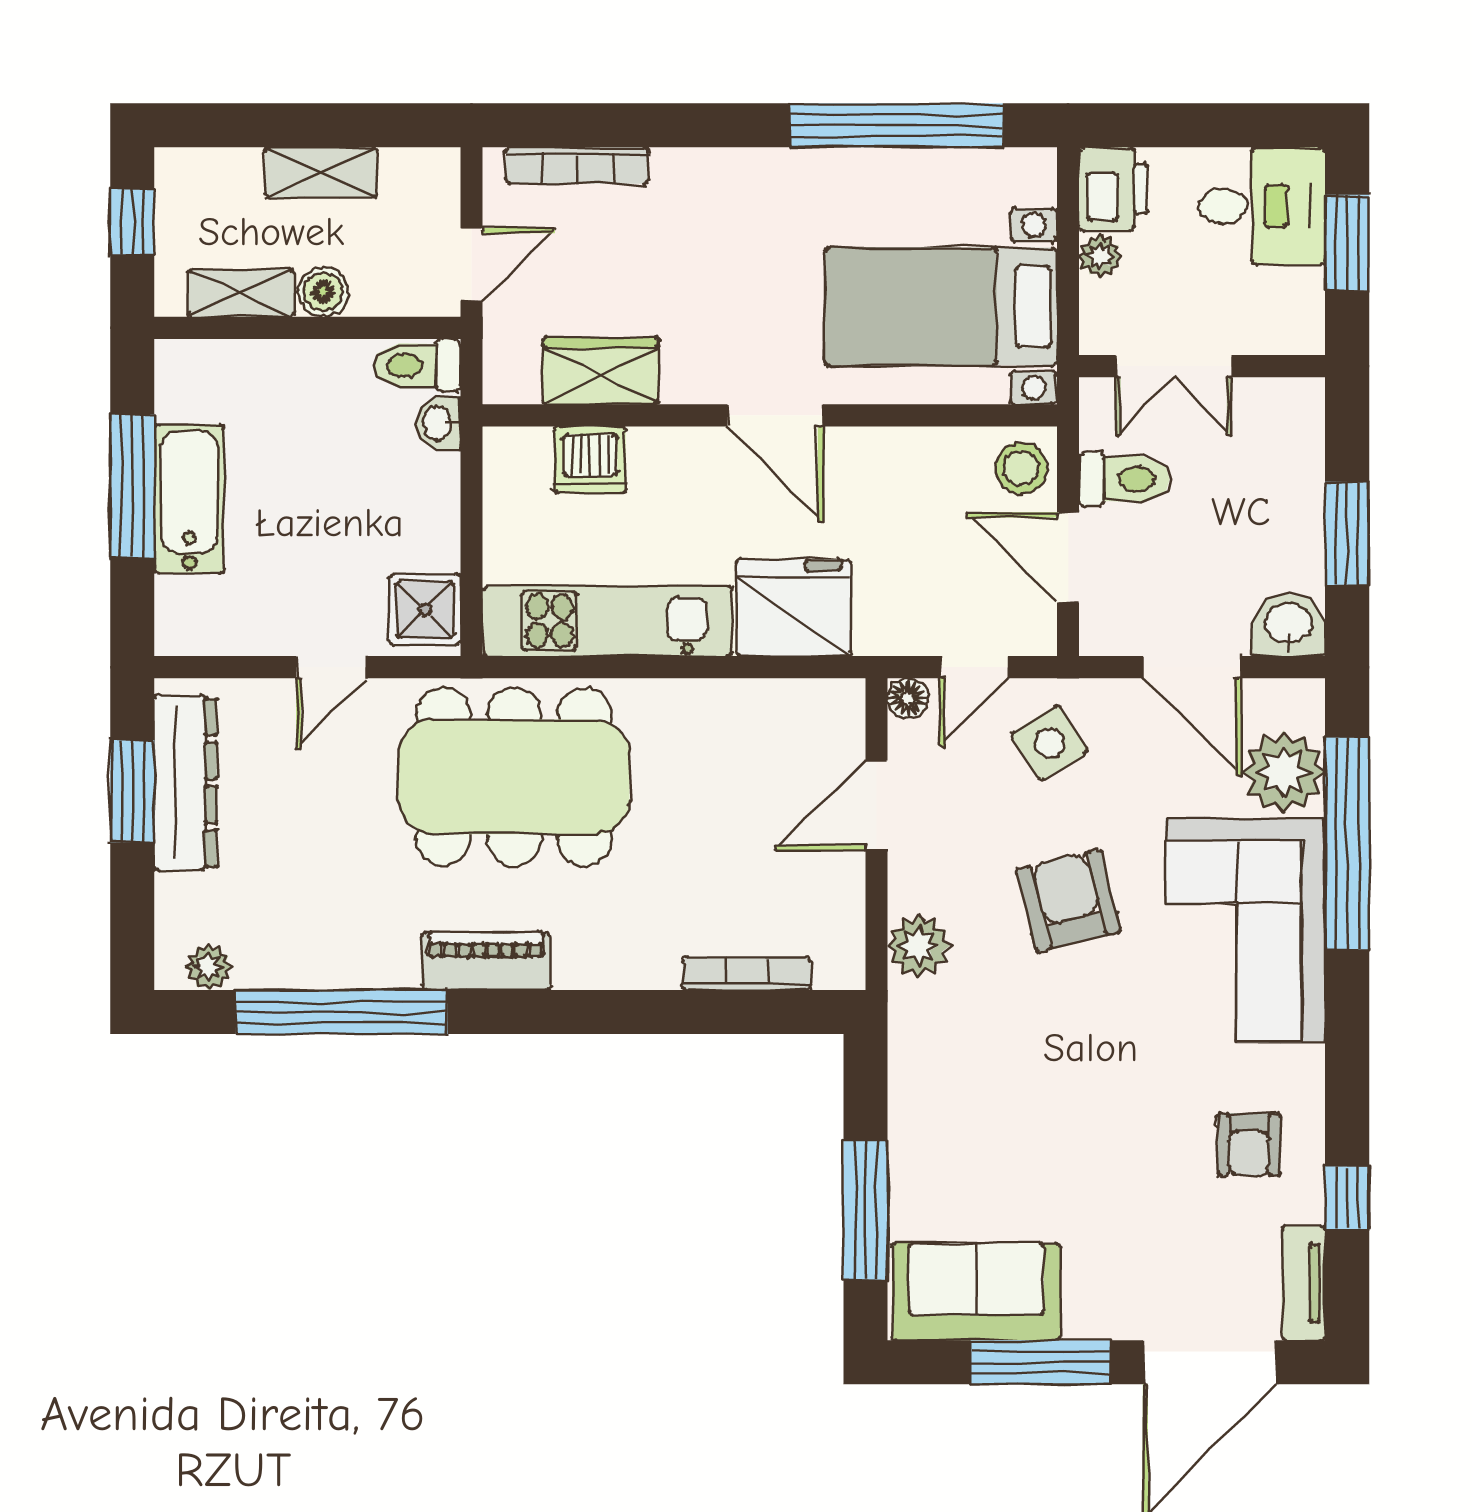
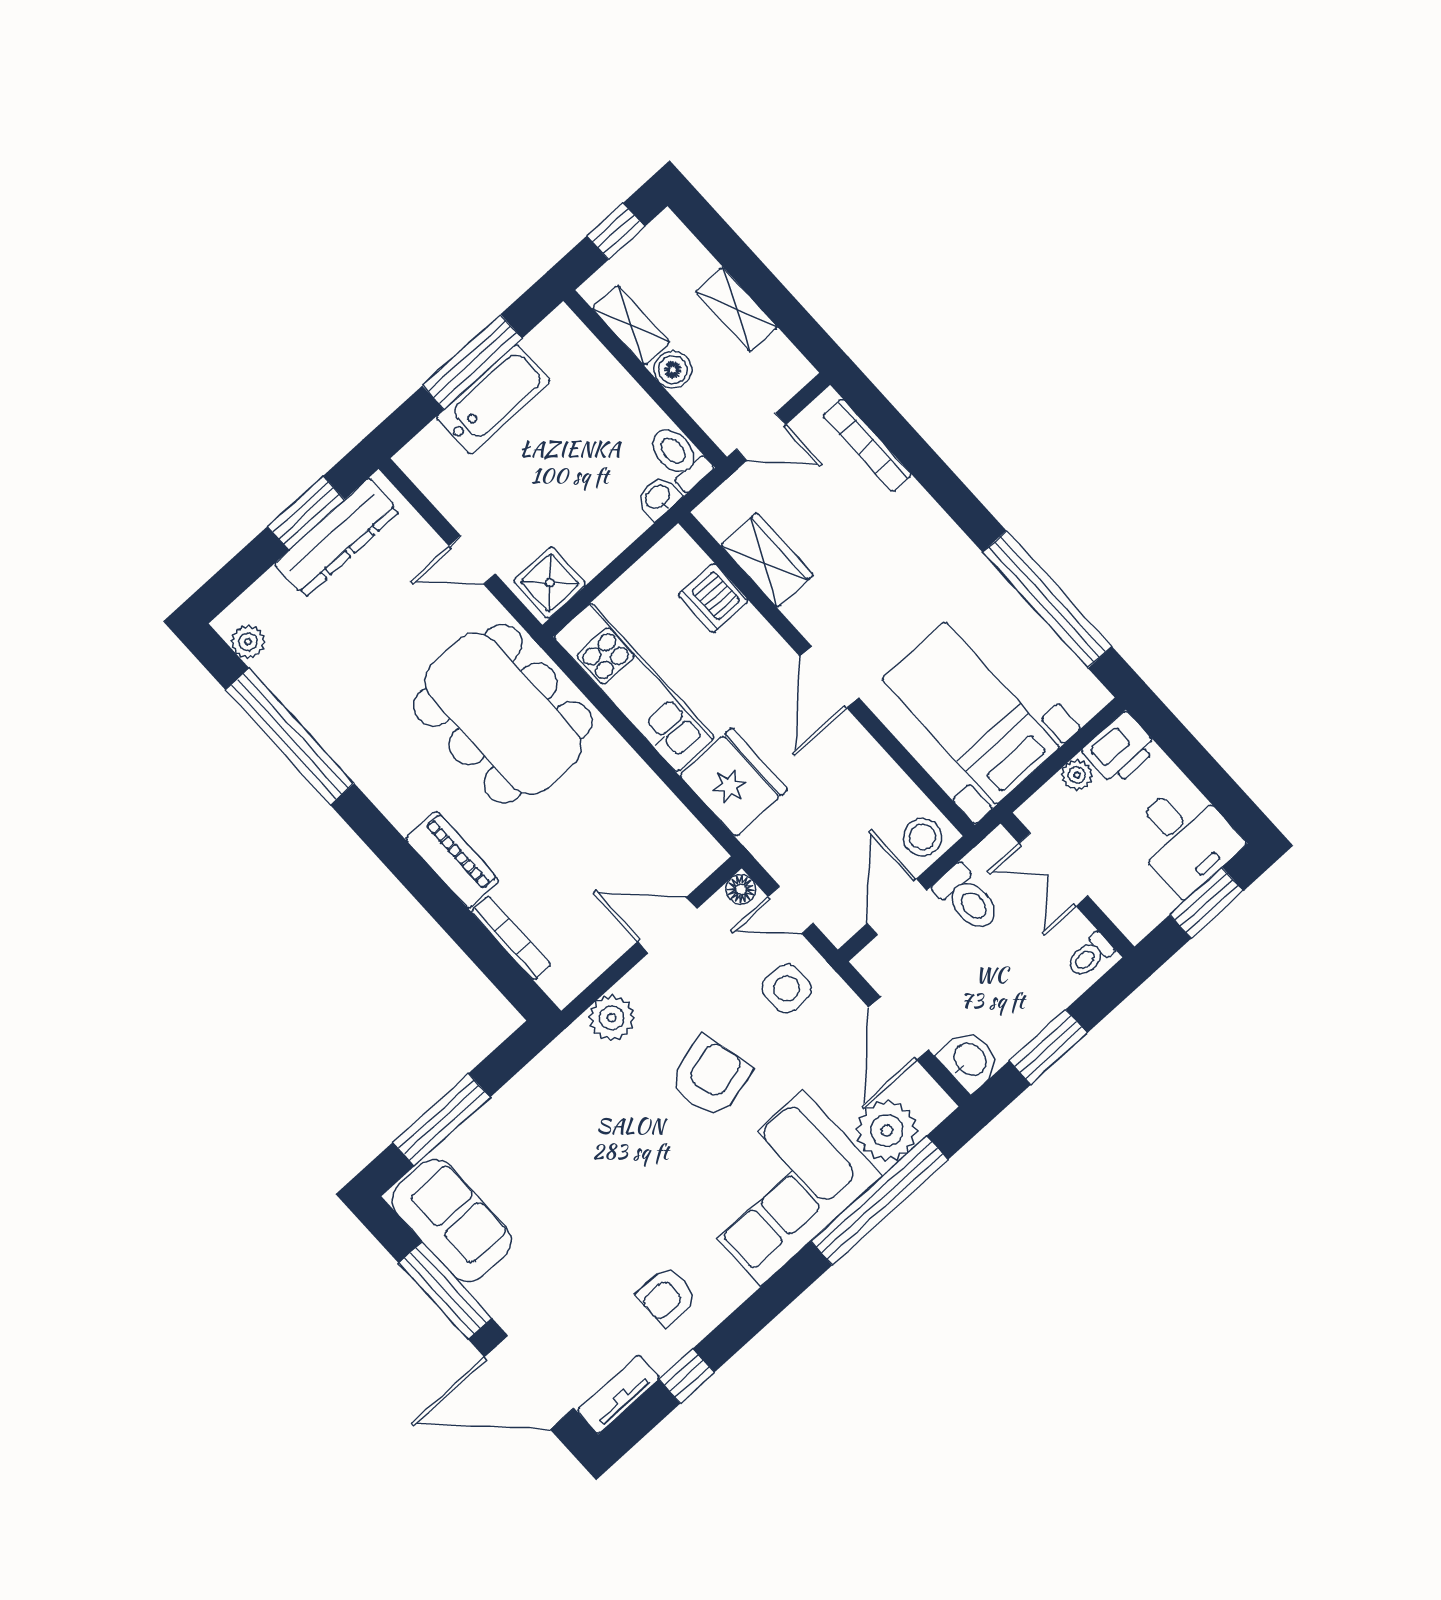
toilet: (1293, 408) -> (1090, 956), added
side table: (1049, 743) -> (787, 988), turned 32
piano: (486, 961) -> (452, 860), moved

